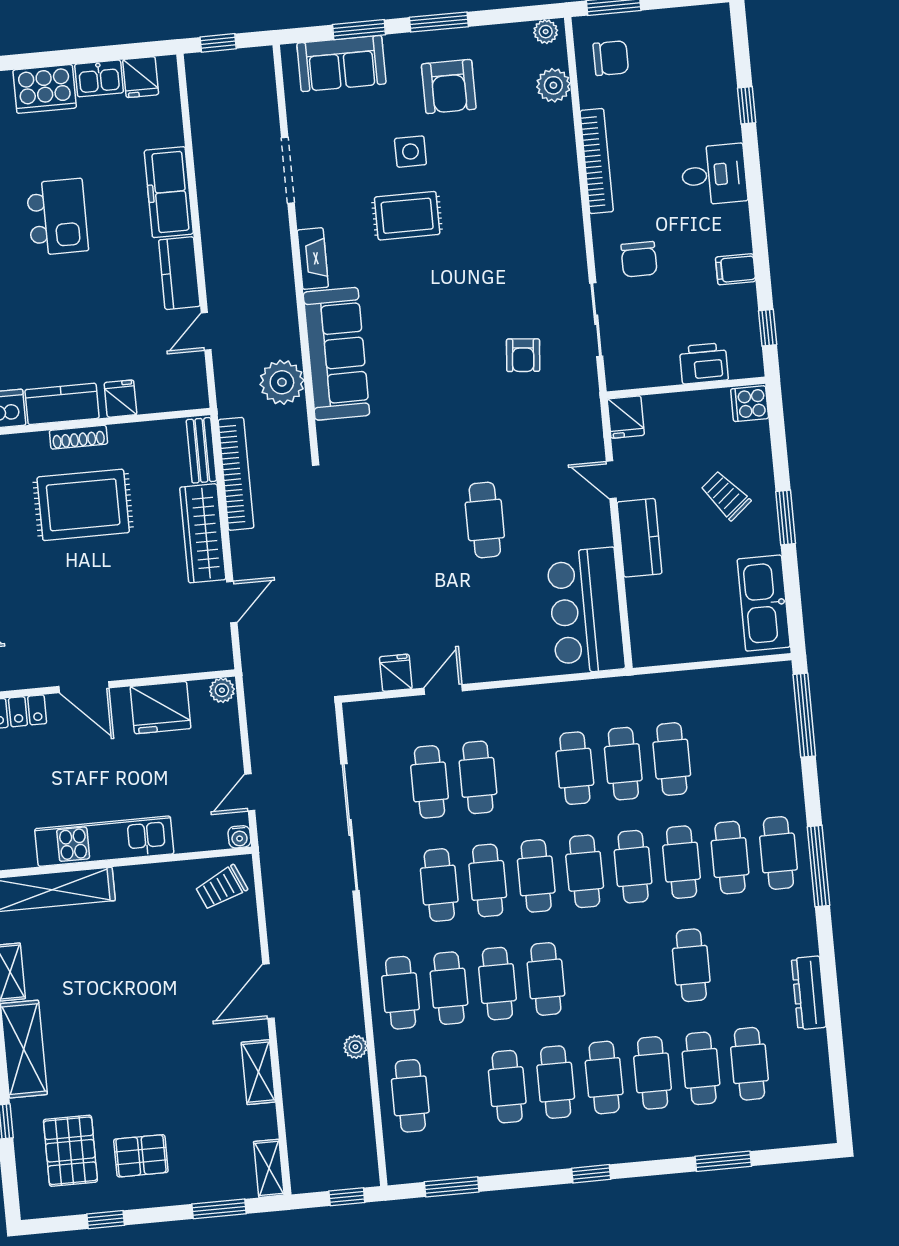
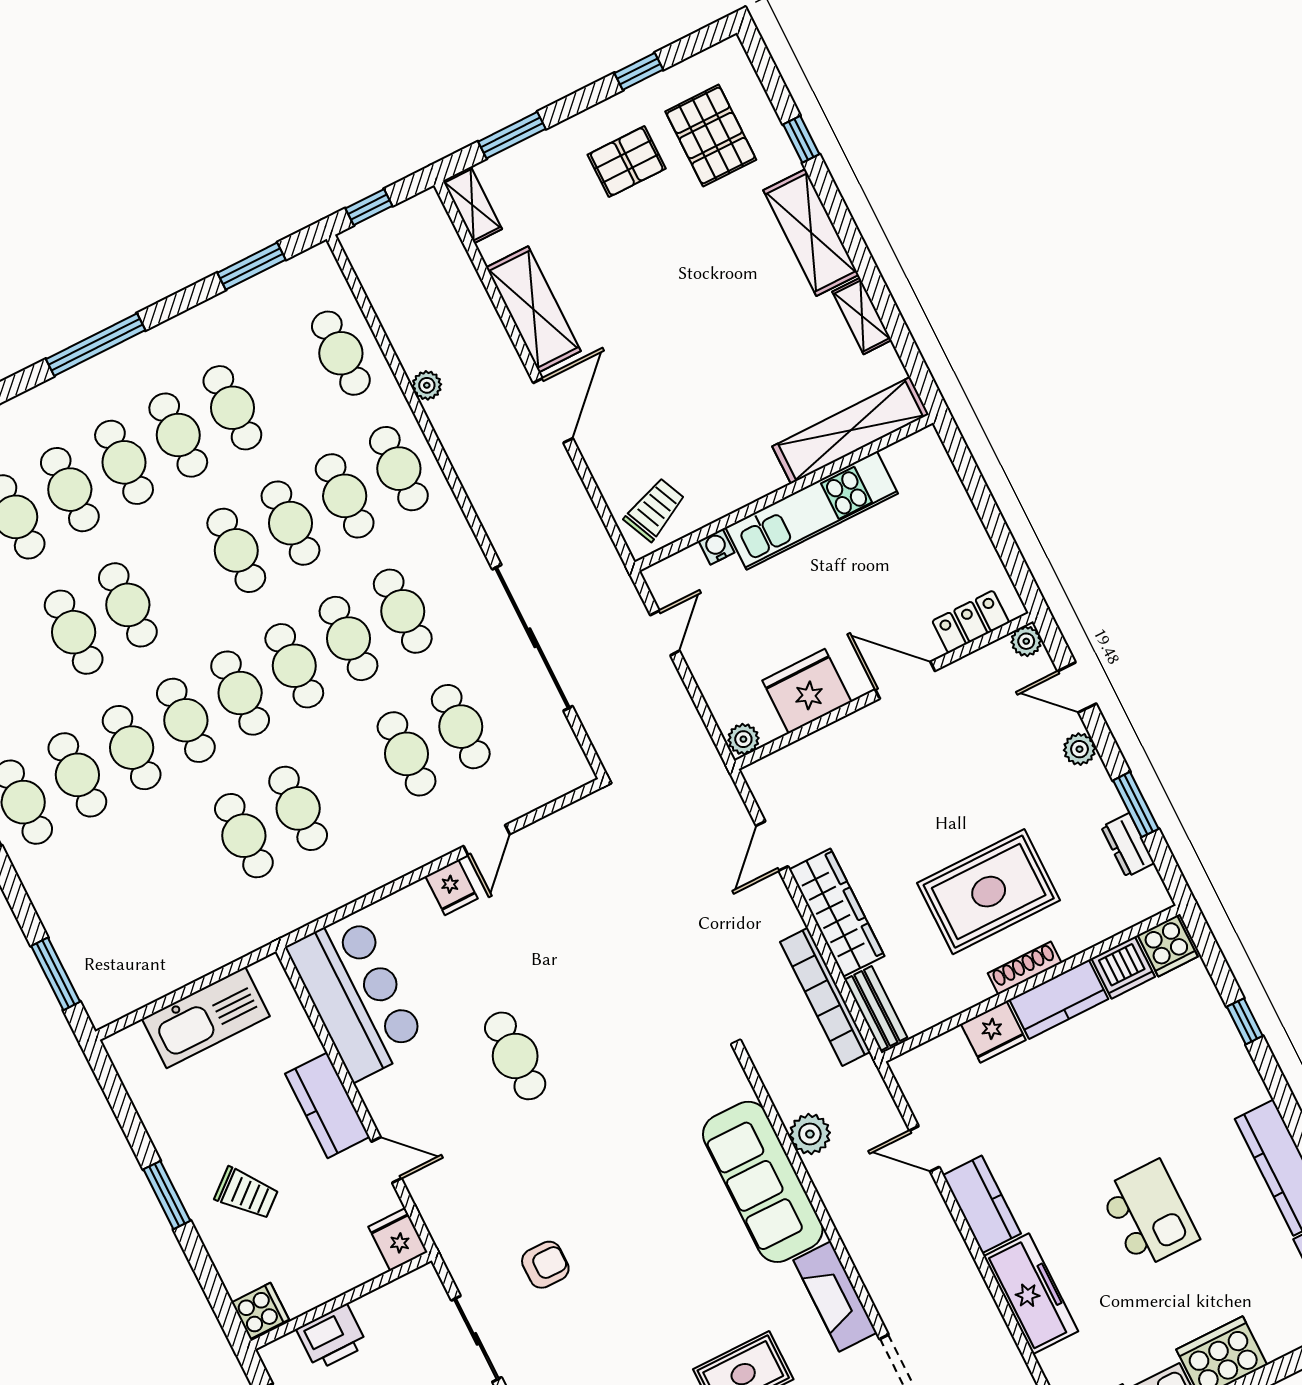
kitchen island: (57, 217) -> (1149, 1214), turned 180
fireplace: (313, 259) -> (835, 1296), width x1.37, depth x1.32
door: (206, 331) -> (924, 1149), swing flipped
armchair: (523, 355) -> (545, 1265), turned 85
plant: (282, 382) -> (810, 1134), width x0.73, depth x0.73
fridge: (120, 399) -> (993, 1032), width x1.38
kitchen sink: (764, 603) -> (206, 1018), moved, turned 90
fridge: (396, 673) -> (452, 887), moved
window: (804, 715) -> (56, 974), width x0.69
cafe table: (672, 759) -> (128, 605), moved
water cooler: (239, 837) -> (716, 547), moved
shelving: (258, 1072) -> (533, 309), width x1.50, depth x1.33
window: (591, 1174) -> (96, 345), width x2.17

